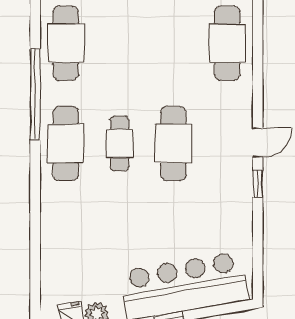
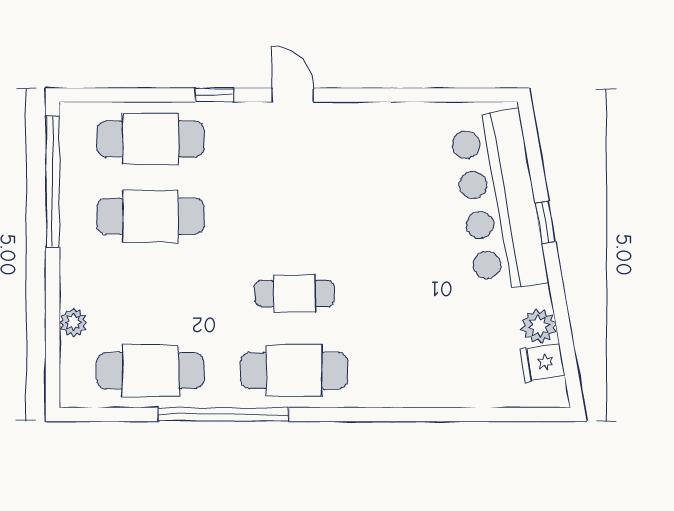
cafe table: (173, 143) -> (150, 216), moved
window: (258, 184) -> (214, 95), moved

